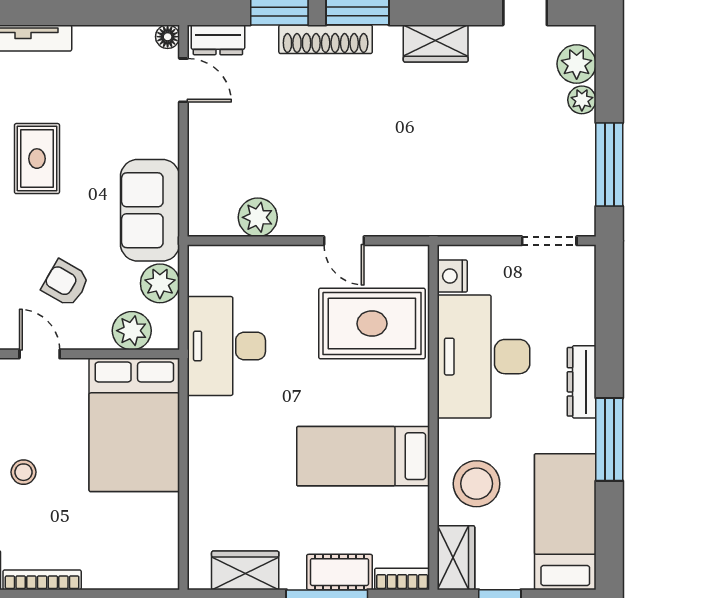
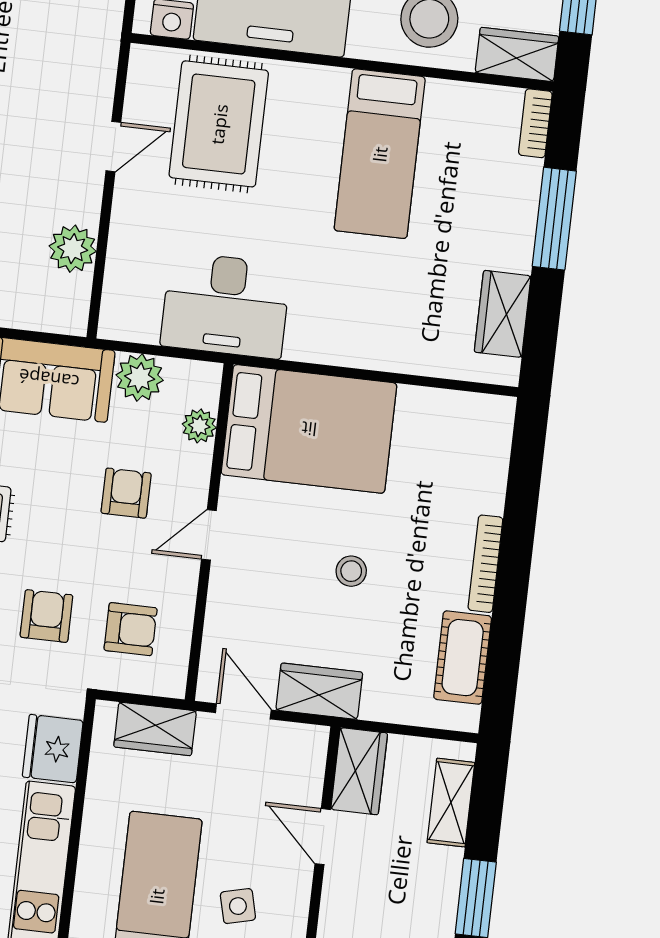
armchair: (65, 283) -> (126, 493), turned 150
plant: (132, 331) -> (199, 426), width x0.73, depth x0.73
cot: (339, 572) -> (518, 199), removed

